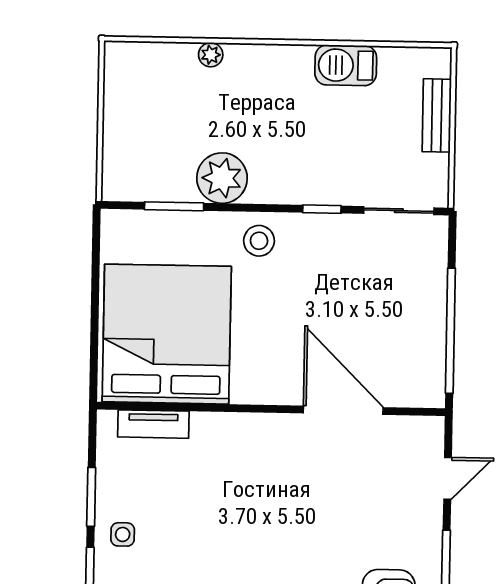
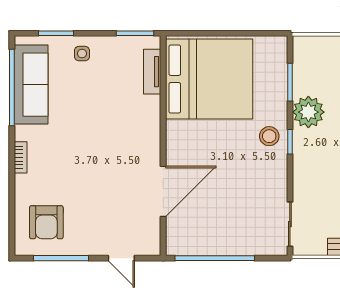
window: (322, 209) -> (290, 142), moved
window: (91, 497) -> (135, 33), moved

